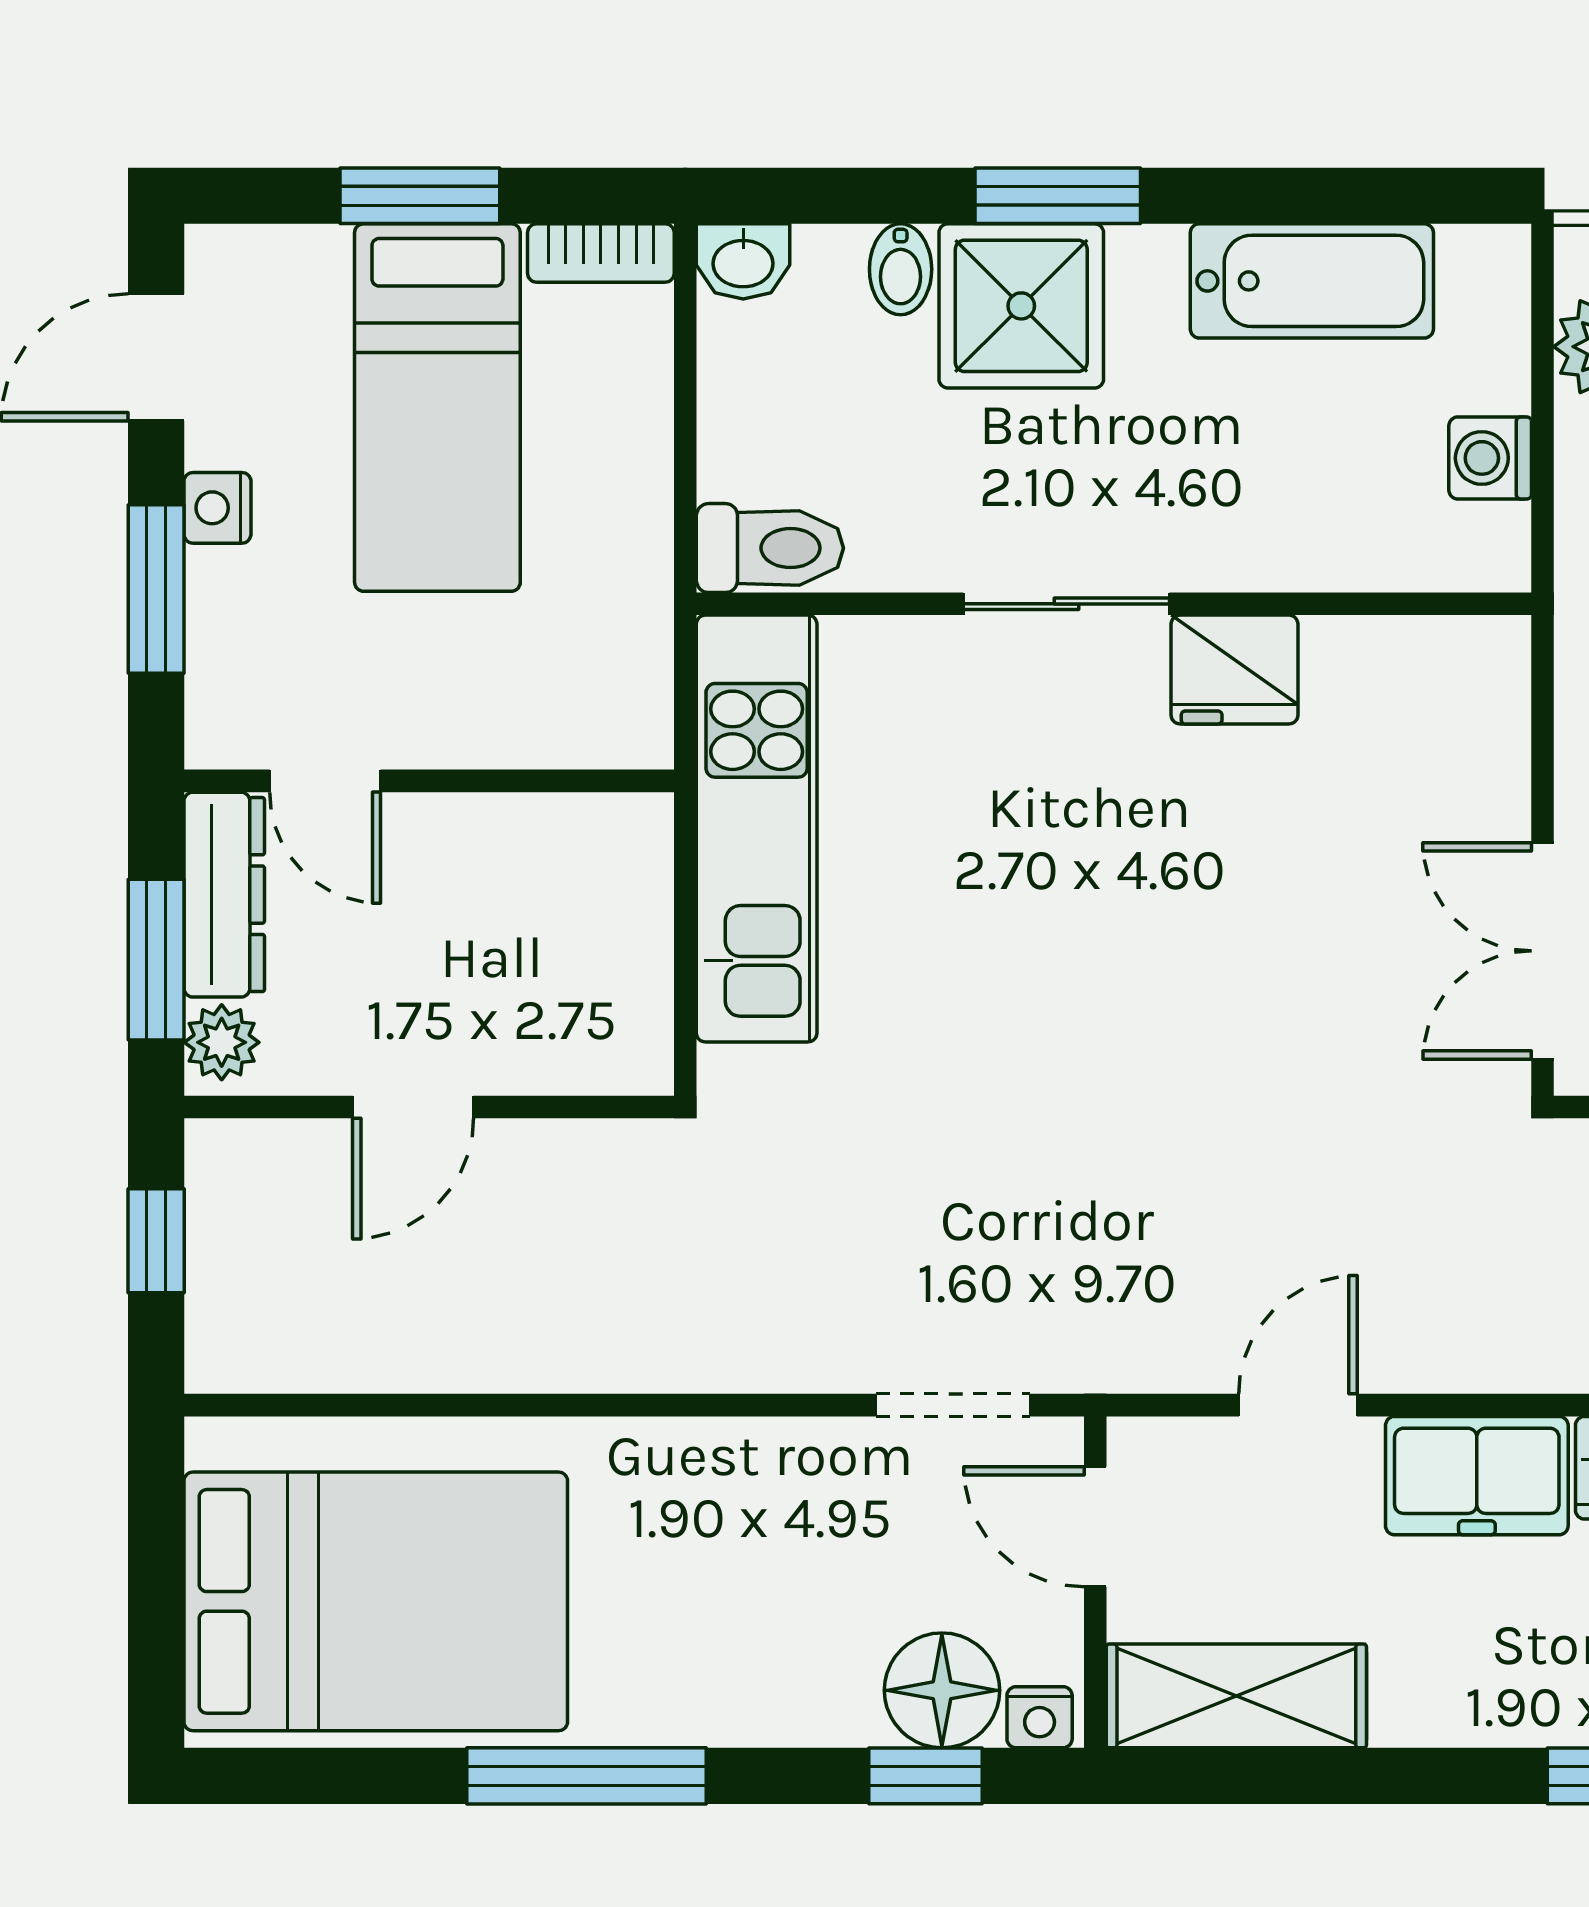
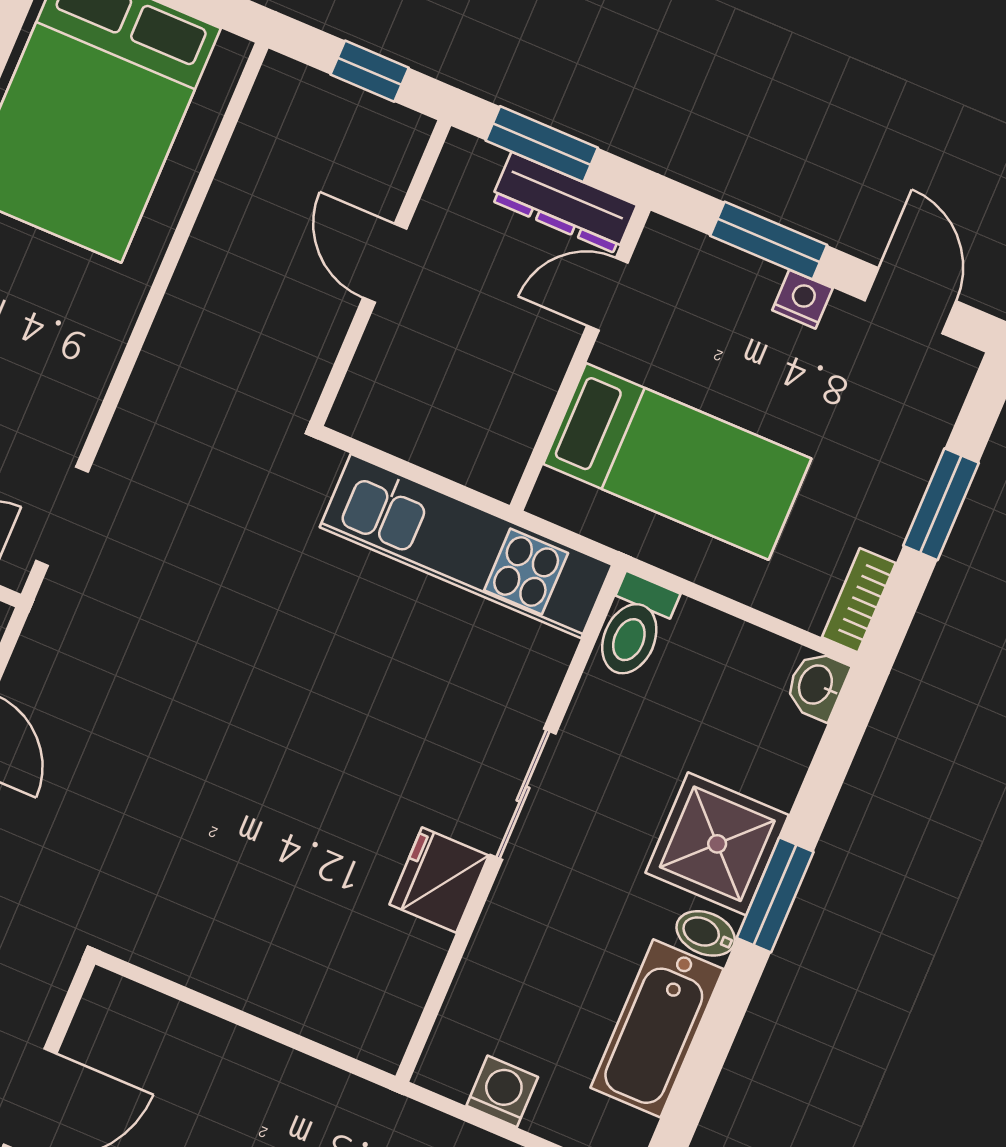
bidet: (901, 269) -> (706, 933), moved
bed: (437, 408) -> (677, 461), moved, turned 180
double door: (1542, 951) -> (187, 995), removed
plant: (222, 1042) -> (474, 163), removed

